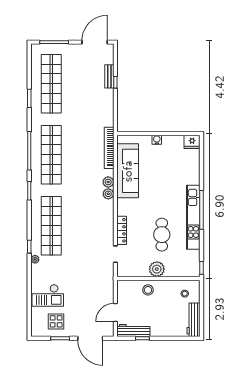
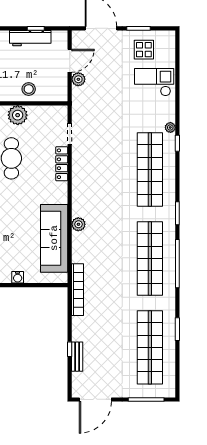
bookcase: (109, 148) -> (77, 290), moved
plant: (108, 194) -> (78, 79), moved
workbench: (133, 331) -> (30, 38), moved

